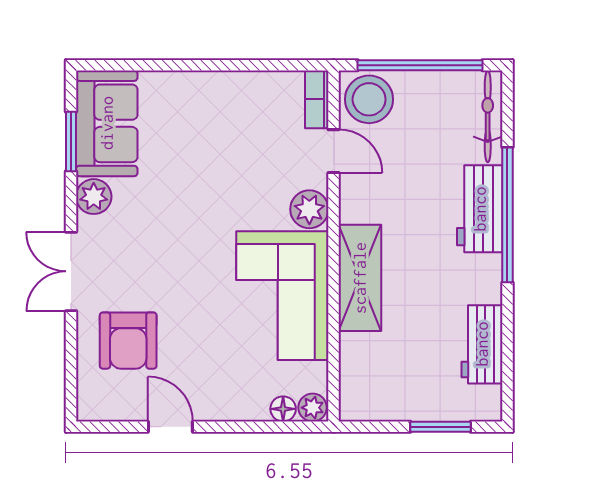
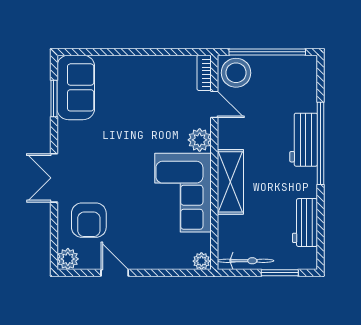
bicycle: (488, 116) -> (246, 261), moved, turned 90
plant: (94, 197) -> (68, 259), moved
floor lamp: (283, 409) -> (183, 262), removed

